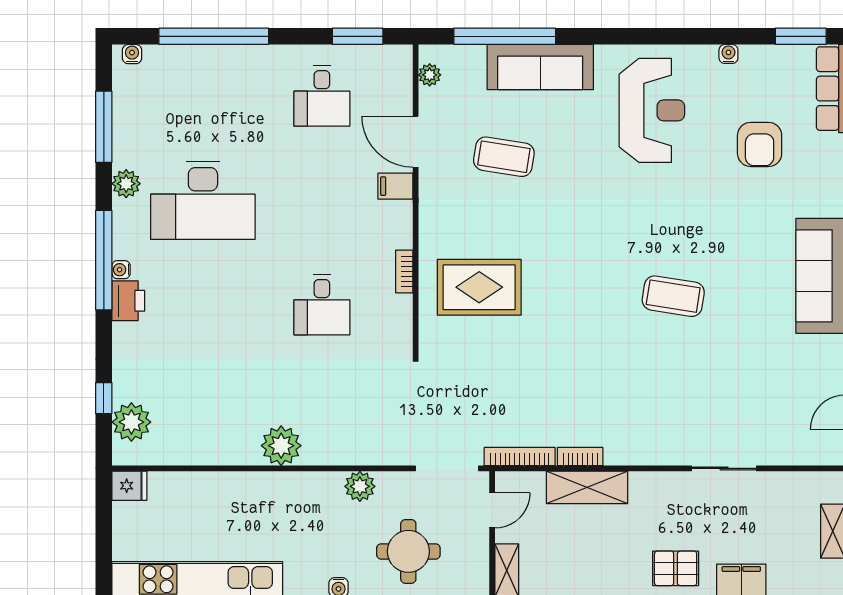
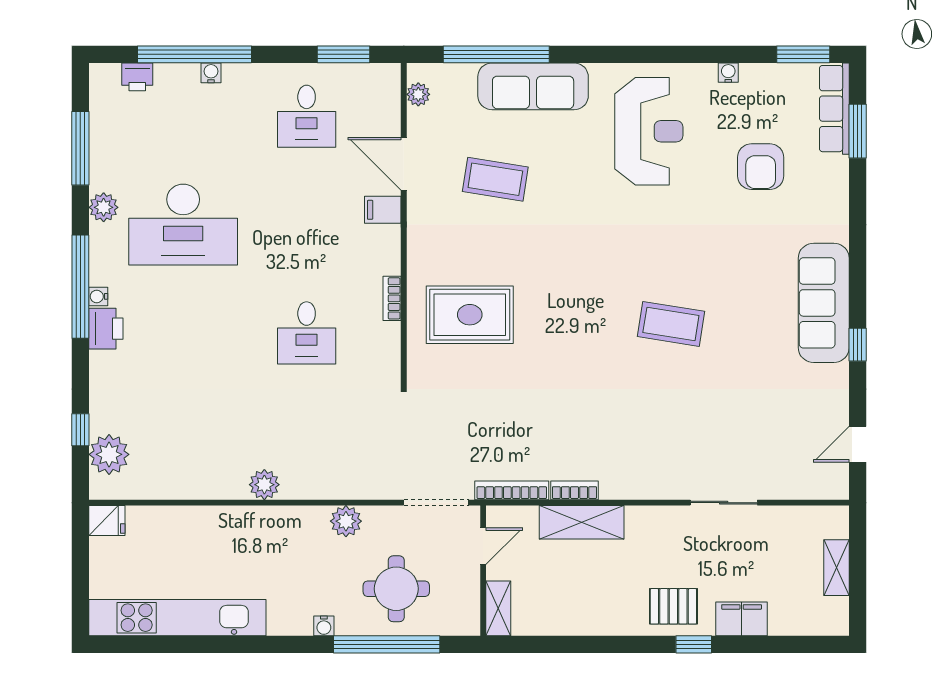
water cooler: (132, 54) -> (211, 73), moved
printer: (159, 58) -> (137, 77), added
plant: (281, 446) -> (264, 485), width x0.73, depth x0.73

